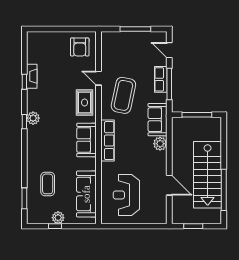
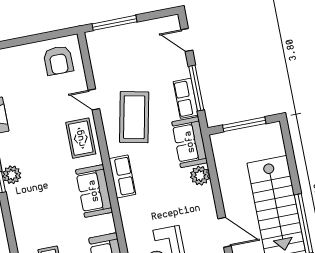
window: (135, 29) -> (115, 23), moved
row of seats: (161, 79) -> (186, 98), moved
row of seats: (108, 141) -> (122, 177), width x0.68

